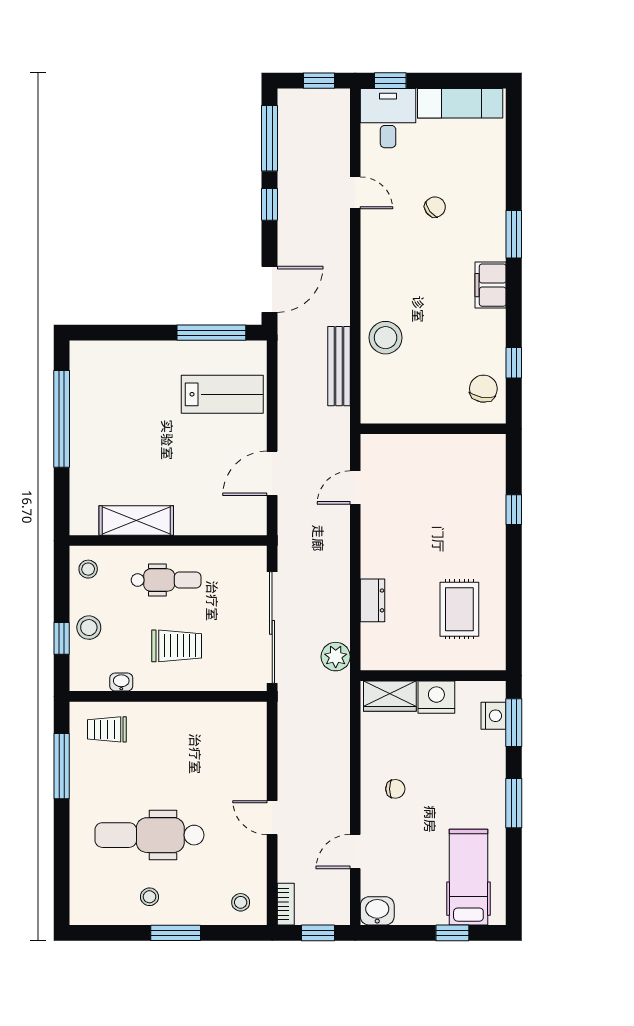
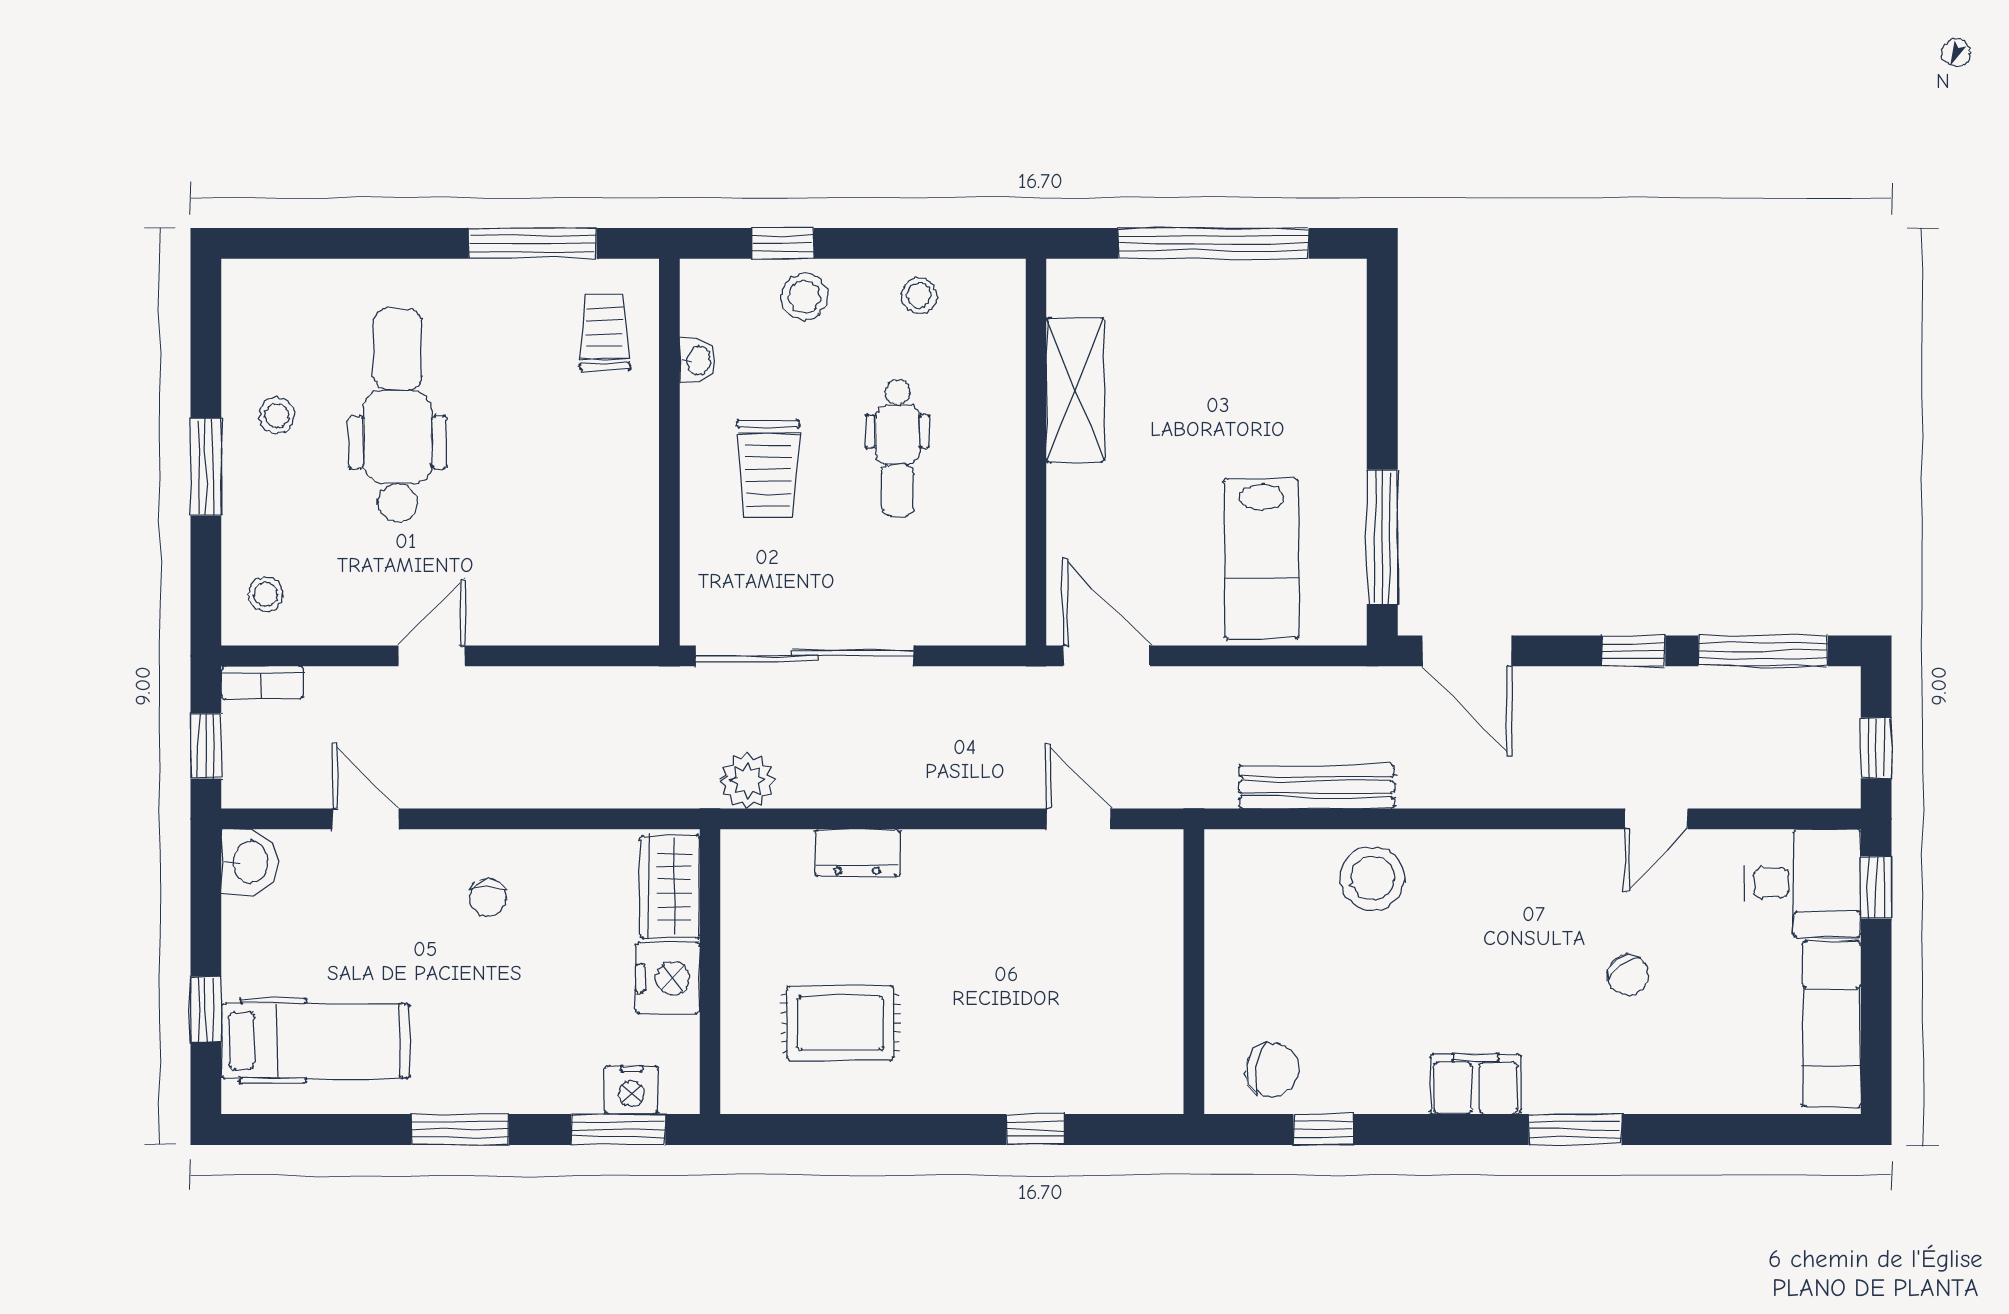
shelving: (136, 520) -> (1075, 390), moved
wall: (168, 541) -> (1036, 452), moved

